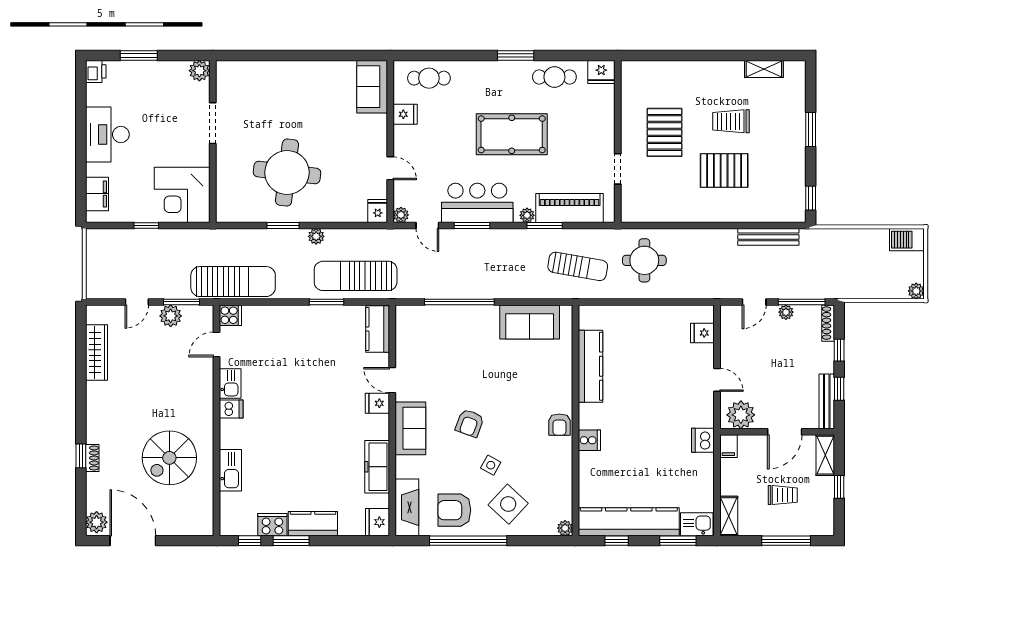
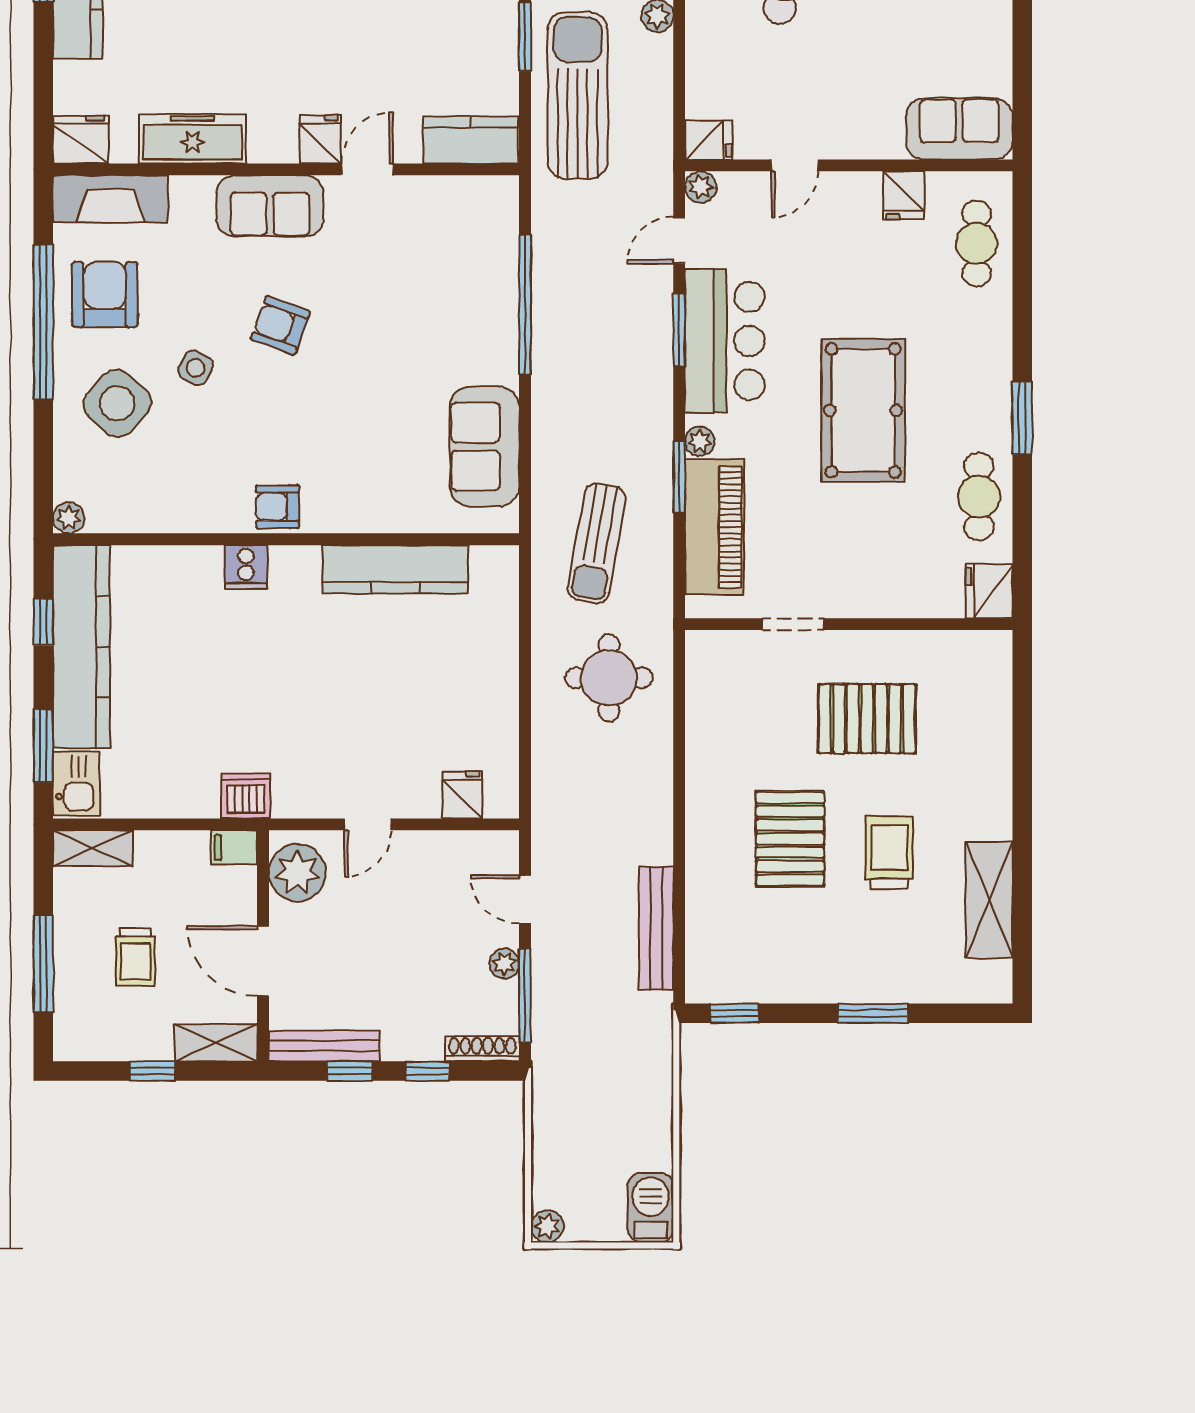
shelving: (764, 69) -> (989, 900), width x1.50, depth x1.33

